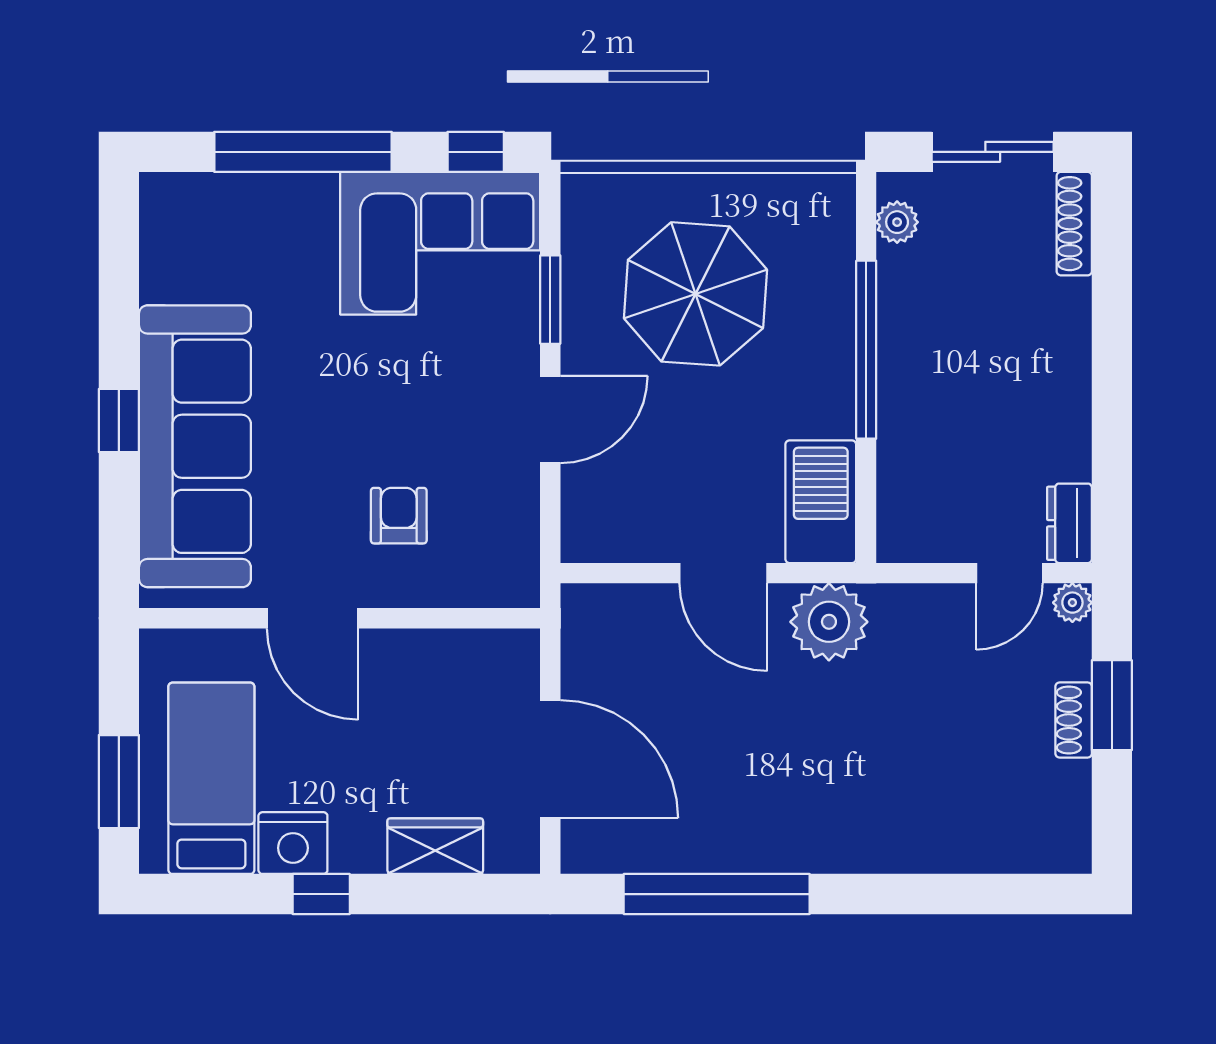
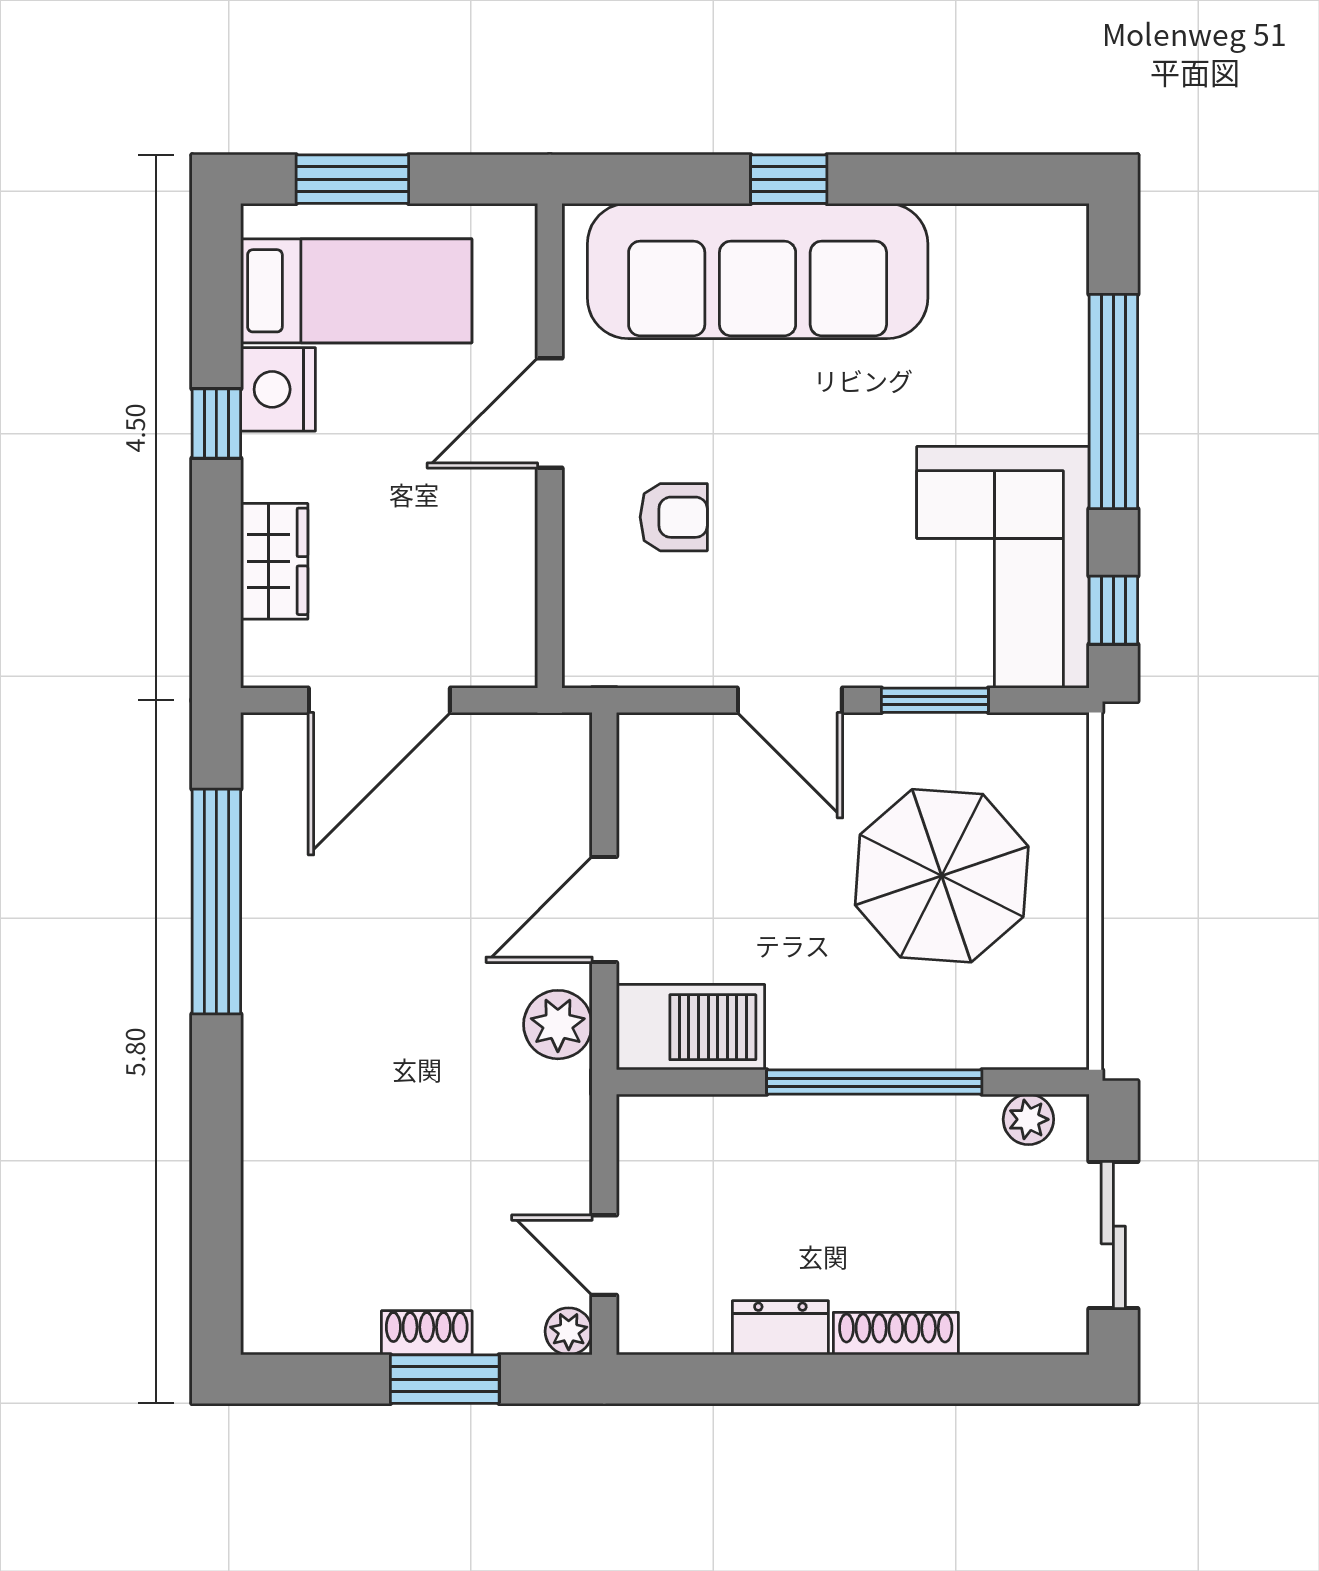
shoe rack: (1074, 224) -> (896, 1334), moved
dresser: (1069, 523) -> (780, 1328), moved
plant: (829, 622) -> (558, 1025), width x0.73, depth x0.73

